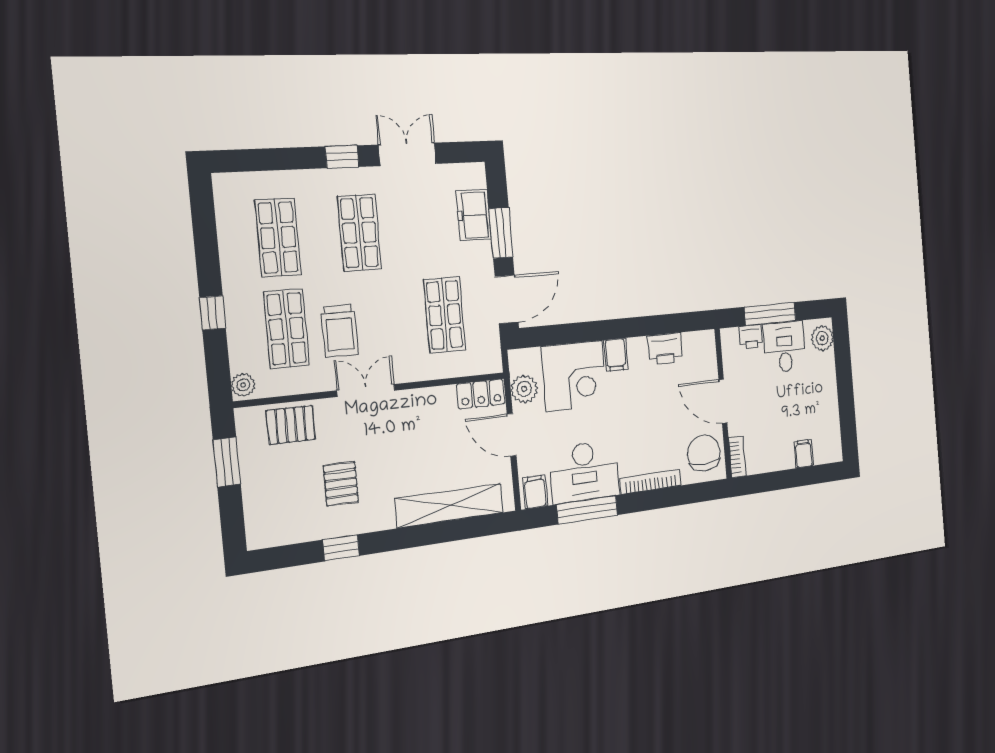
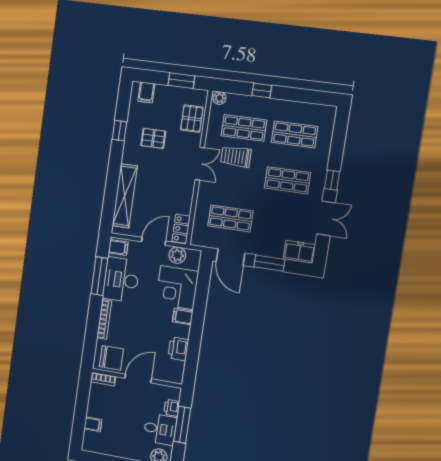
freezer: (474, 215) -> (299, 252), moved
filing cabinet: (262, 519) -> (146, 92), added

